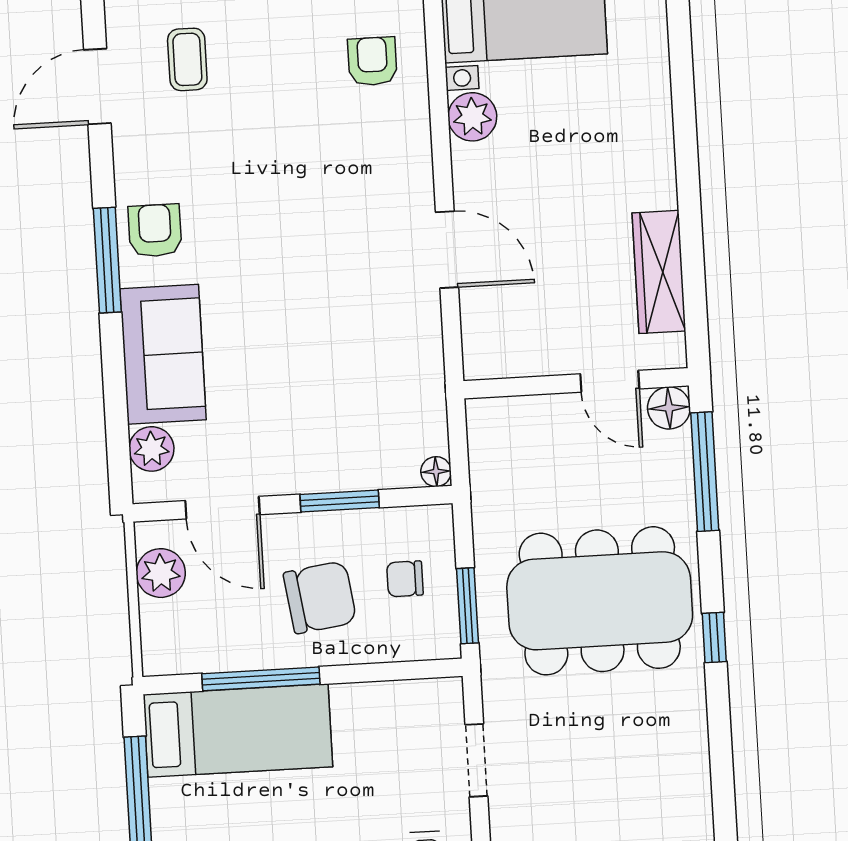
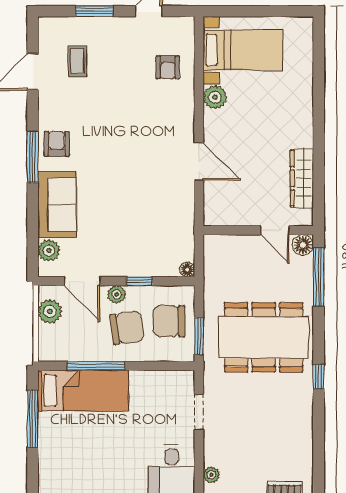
armchair: (372, 61) -> (168, 67), turned 180
window: (340, 501) -> (139, 281), width x0.67
plant: (295, 531) -> (117, 294), added
chair: (405, 579) -> (169, 321), width x1.87, depth x1.87
window: (714, 638) -> (319, 376), moved

